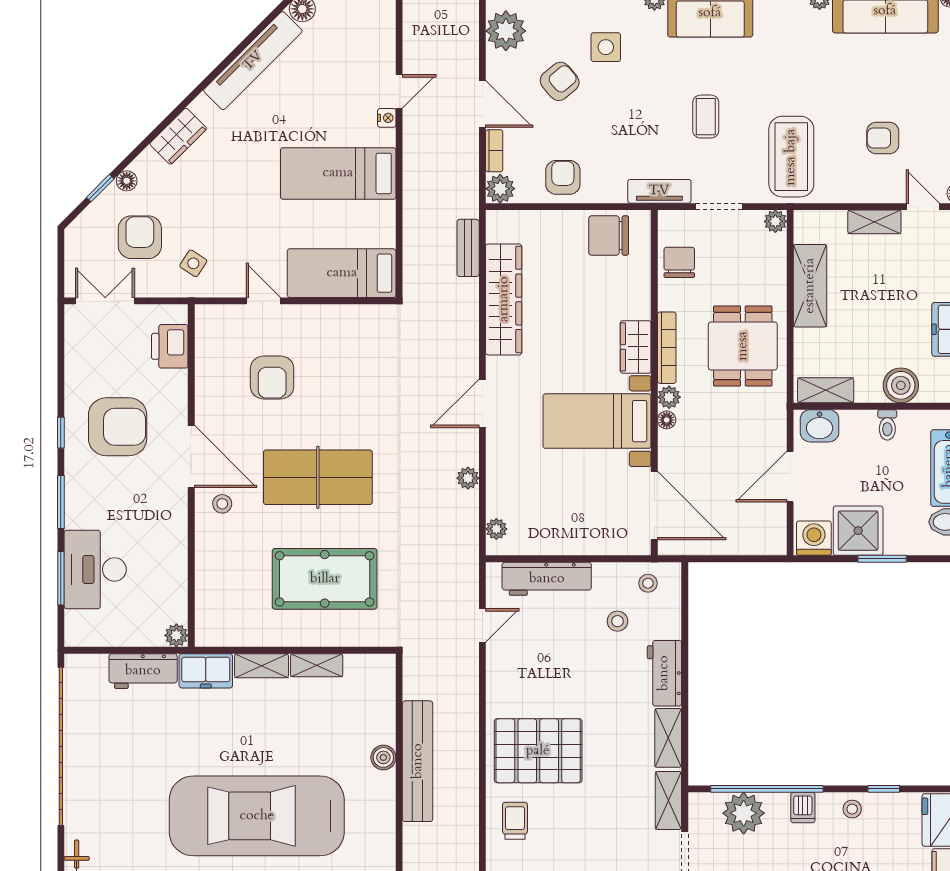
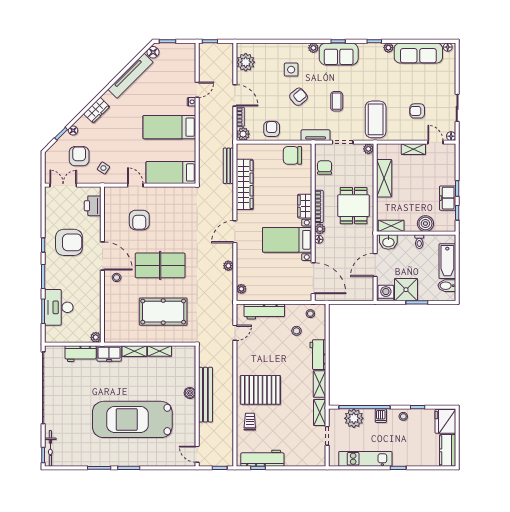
armchair: (560, 81) -> (299, 97), moved
bench: (468, 248) -> (228, 166), width x1.36

